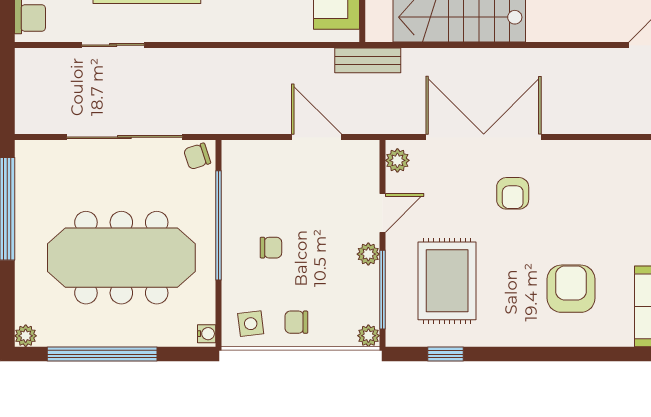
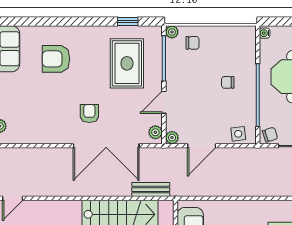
bench: (368, 60) -> (151, 190), moved
door: (316, 137) -> (202, 146), hinge flipped
plant: (368, 254) -> (172, 138), moved
armchair: (571, 289) -> (56, 59), turned 90
chair: (296, 322) -> (192, 43), moved
side table: (251, 324) -> (238, 134), moved

